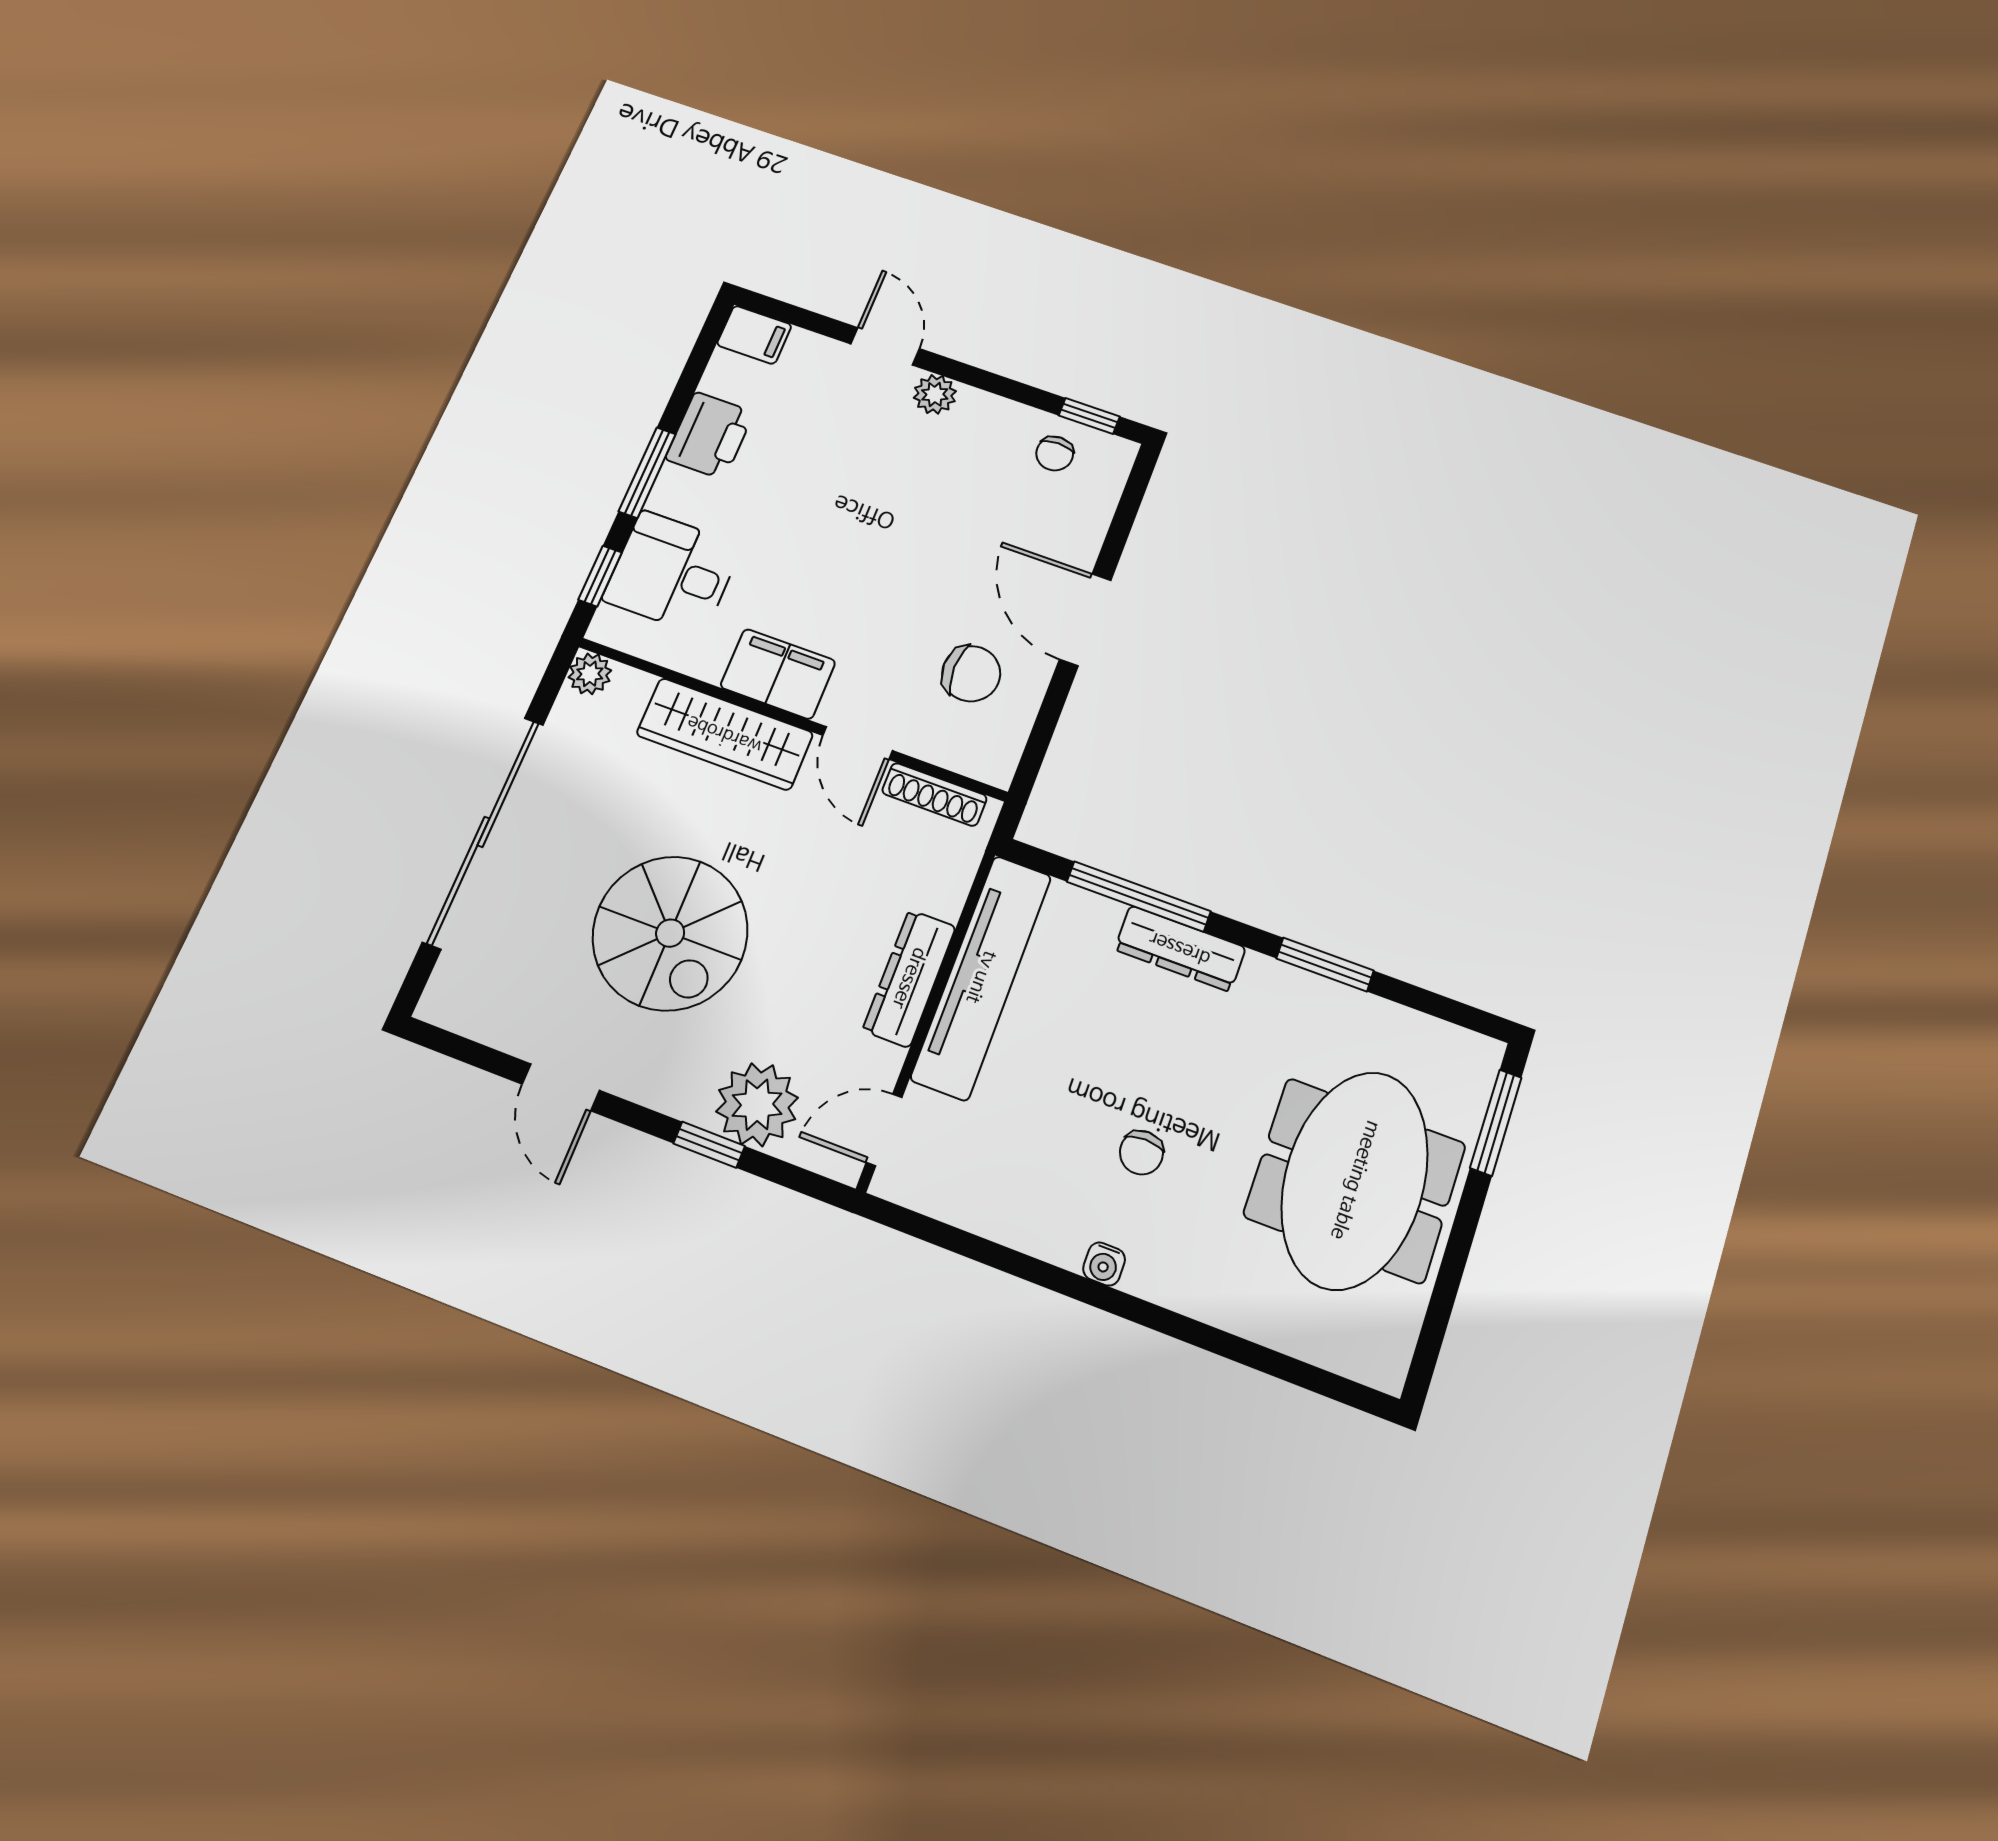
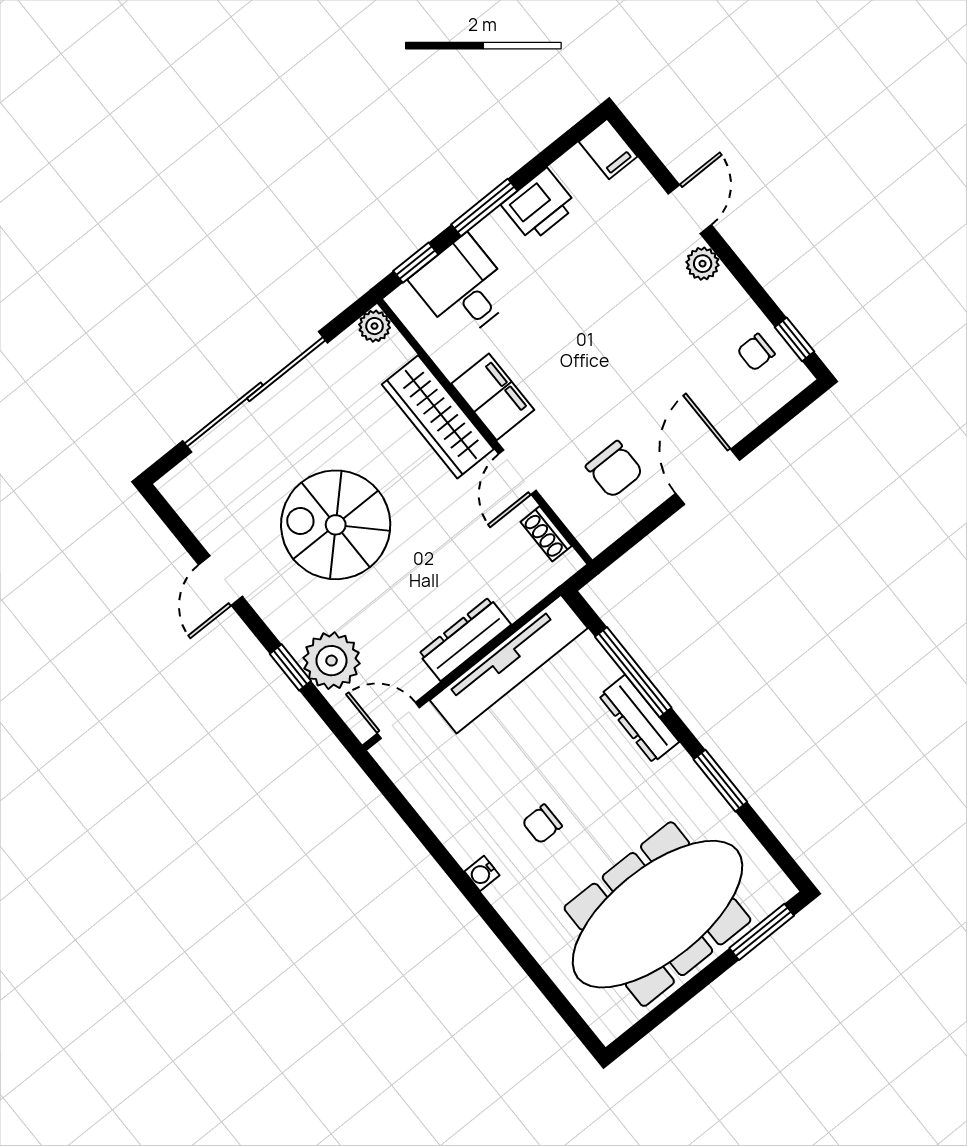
shoe rack: (934, 794) -> (546, 534), width x0.70
spiral stairs: (670, 933) -> (336, 525), turned 90
meeting table: (1355, 1180) -> (657, 914), width x1.36

